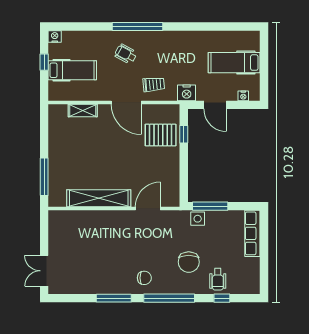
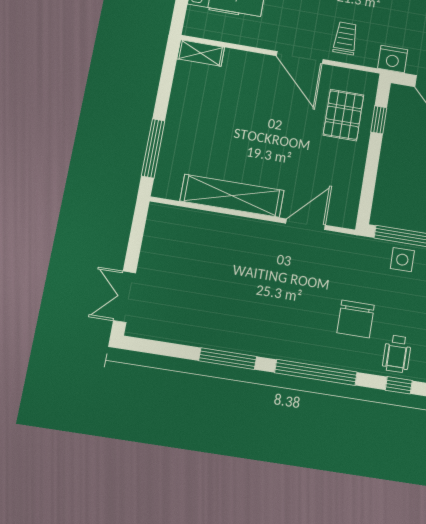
trolley: (154, 84) -> (345, 38), turned -85
shelving: (83, 111) -> (201, 53), moved
pallet: (161, 135) -> (343, 115), turned 90
side table: (198, 219) -> (402, 260), moved
chair: (144, 278) -> (282, 333), removed

